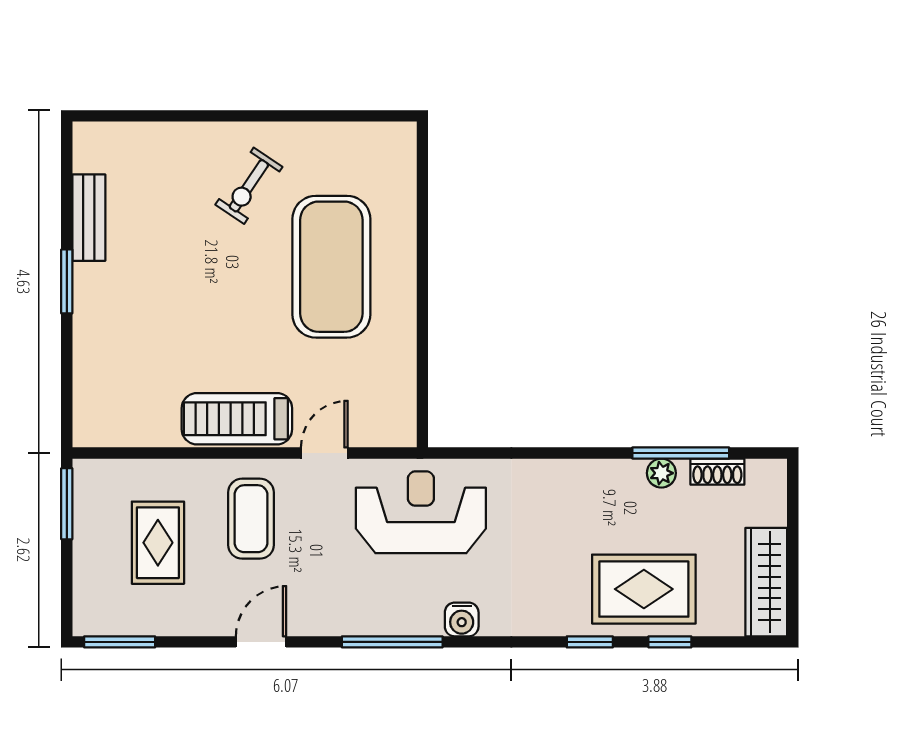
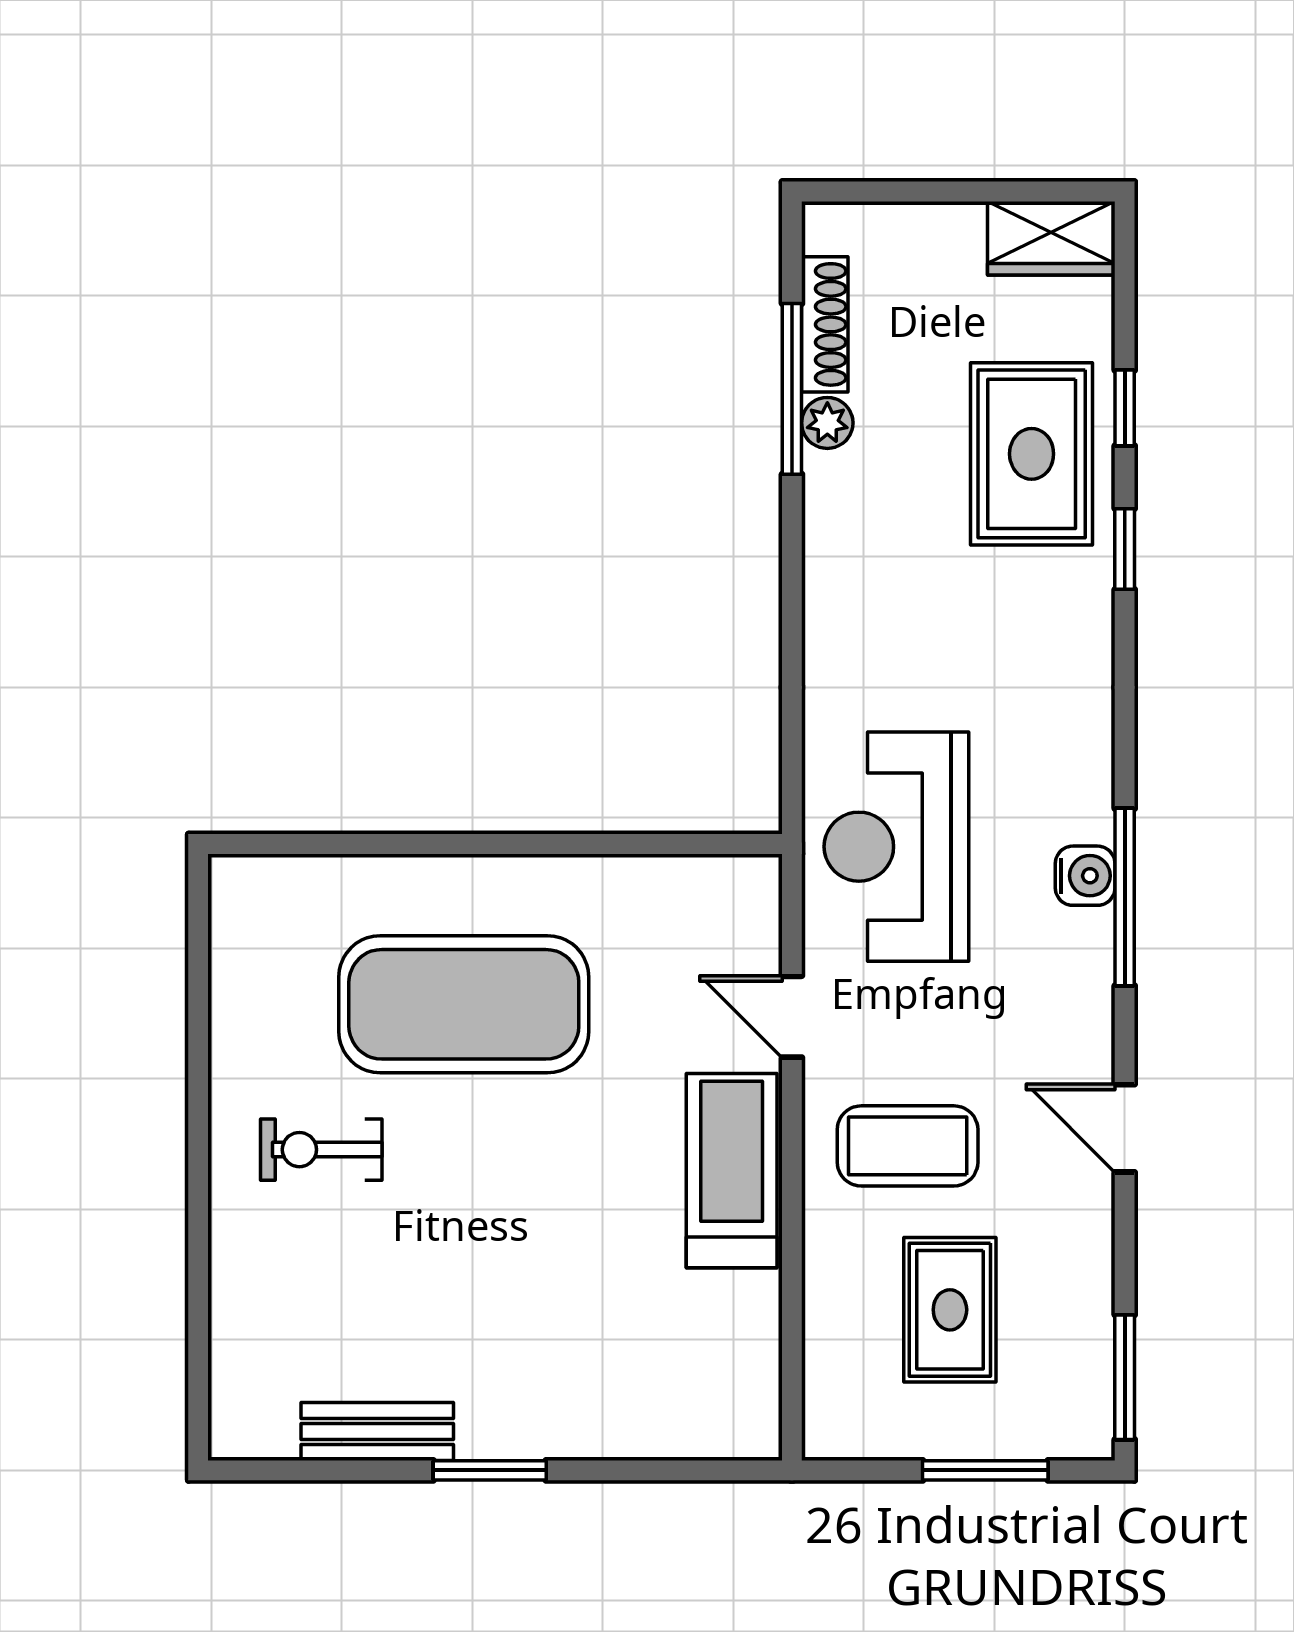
exercise bike: (249, 186) -> (321, 1150), turned 146
treadmill: (237, 419) -> (732, 1171), turned 180
shoe rack: (717, 472) -> (825, 324), width x1.43
window: (67, 504) -> (985, 1470), moved
rug: (158, 543) -> (950, 1310), turned 90
wardrobe: (766, 582) -> (1051, 238), width x0.67
water cooler: (462, 619) -> (1085, 876), moved

